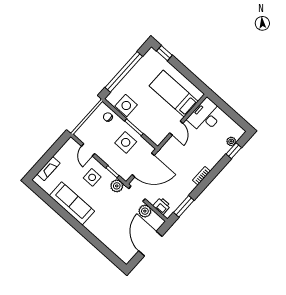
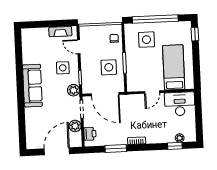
side table: (126, 105) -> (146, 40), moved
door: (88, 150) -> (79, 47), hinge flipped
fireplace: (48, 169) -> (60, 32), moved
sofa: (72, 203) -> (32, 86), moved
window: (184, 206) -> (116, 149), moved

